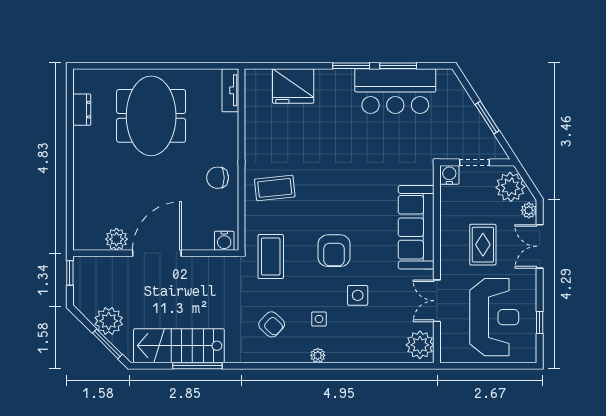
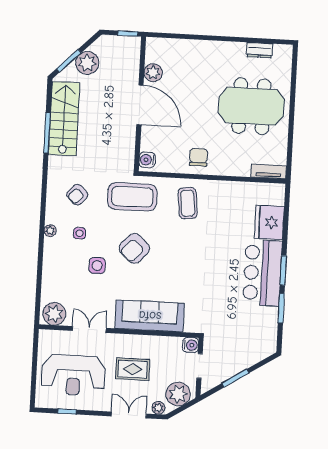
bar counter: (395, 91) -> (262, 273), moved
armchair: (334, 251) -> (134, 248), turned -47
coffee table: (271, 257) -> (132, 197), width x1.36, depth x1.32

